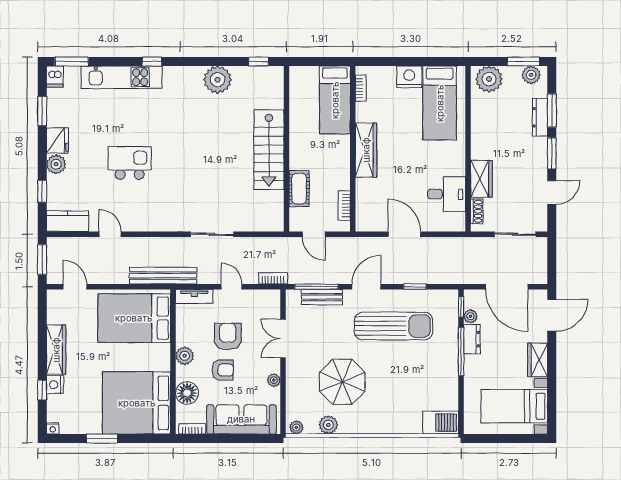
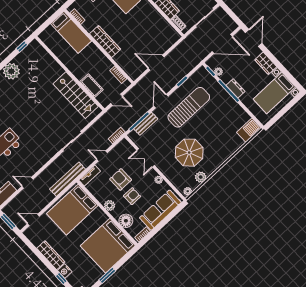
stairs: (269, 150) -> (76, 95), moved
desk: (447, 194) -> (158, 28), removed
dresser: (472, 339) -> (235, 88), moved

